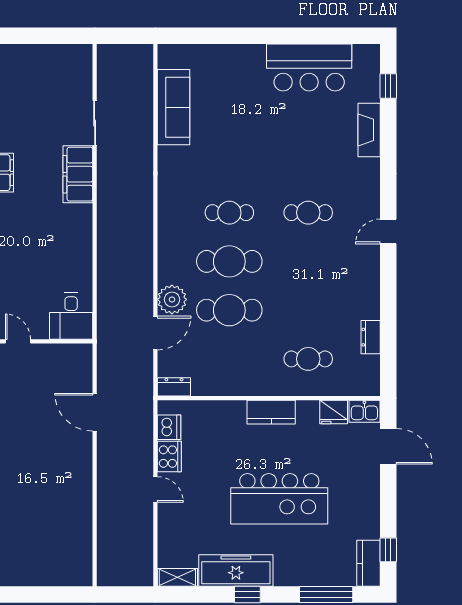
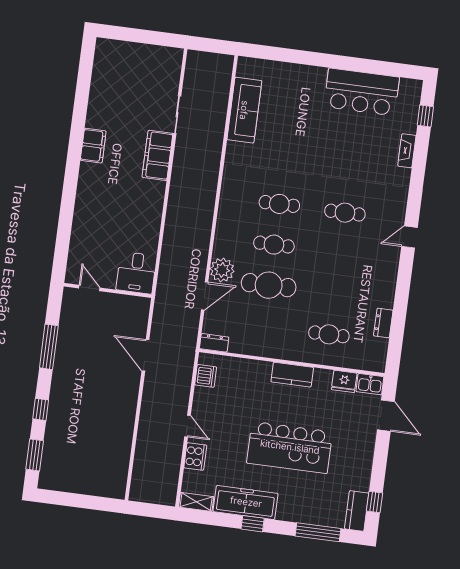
fireplace: (369, 130) -> (407, 151), width x0.73, depth x0.76
cafe table: (229, 261) -> (274, 245), width x0.73, depth x0.74
cooker: (169, 457) -> (195, 456), moved

